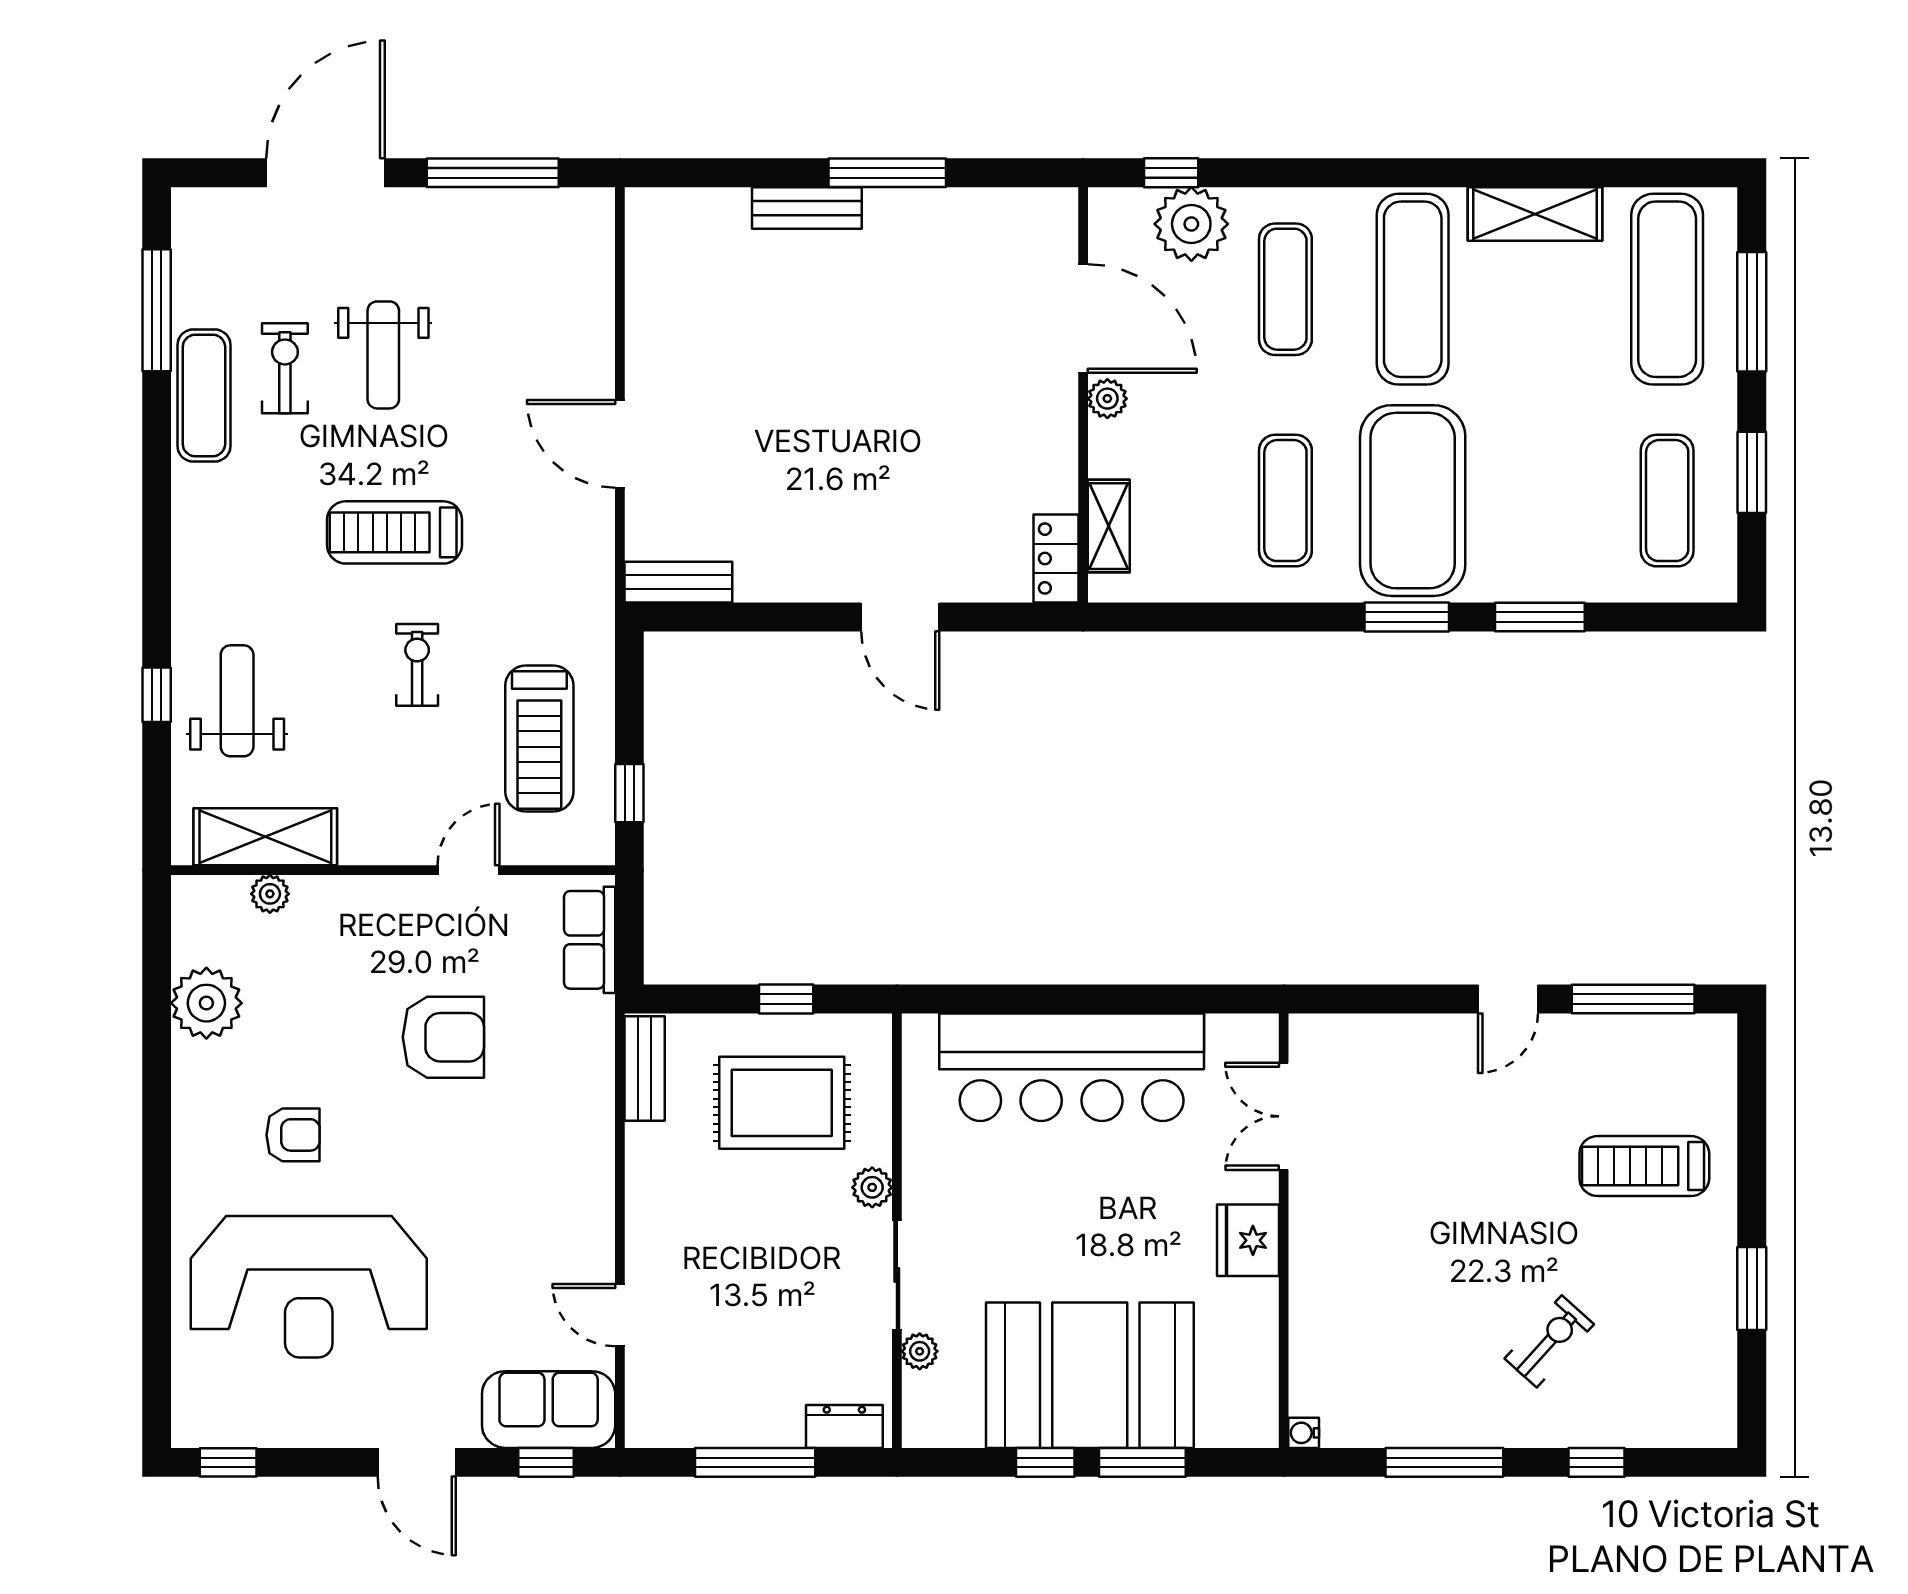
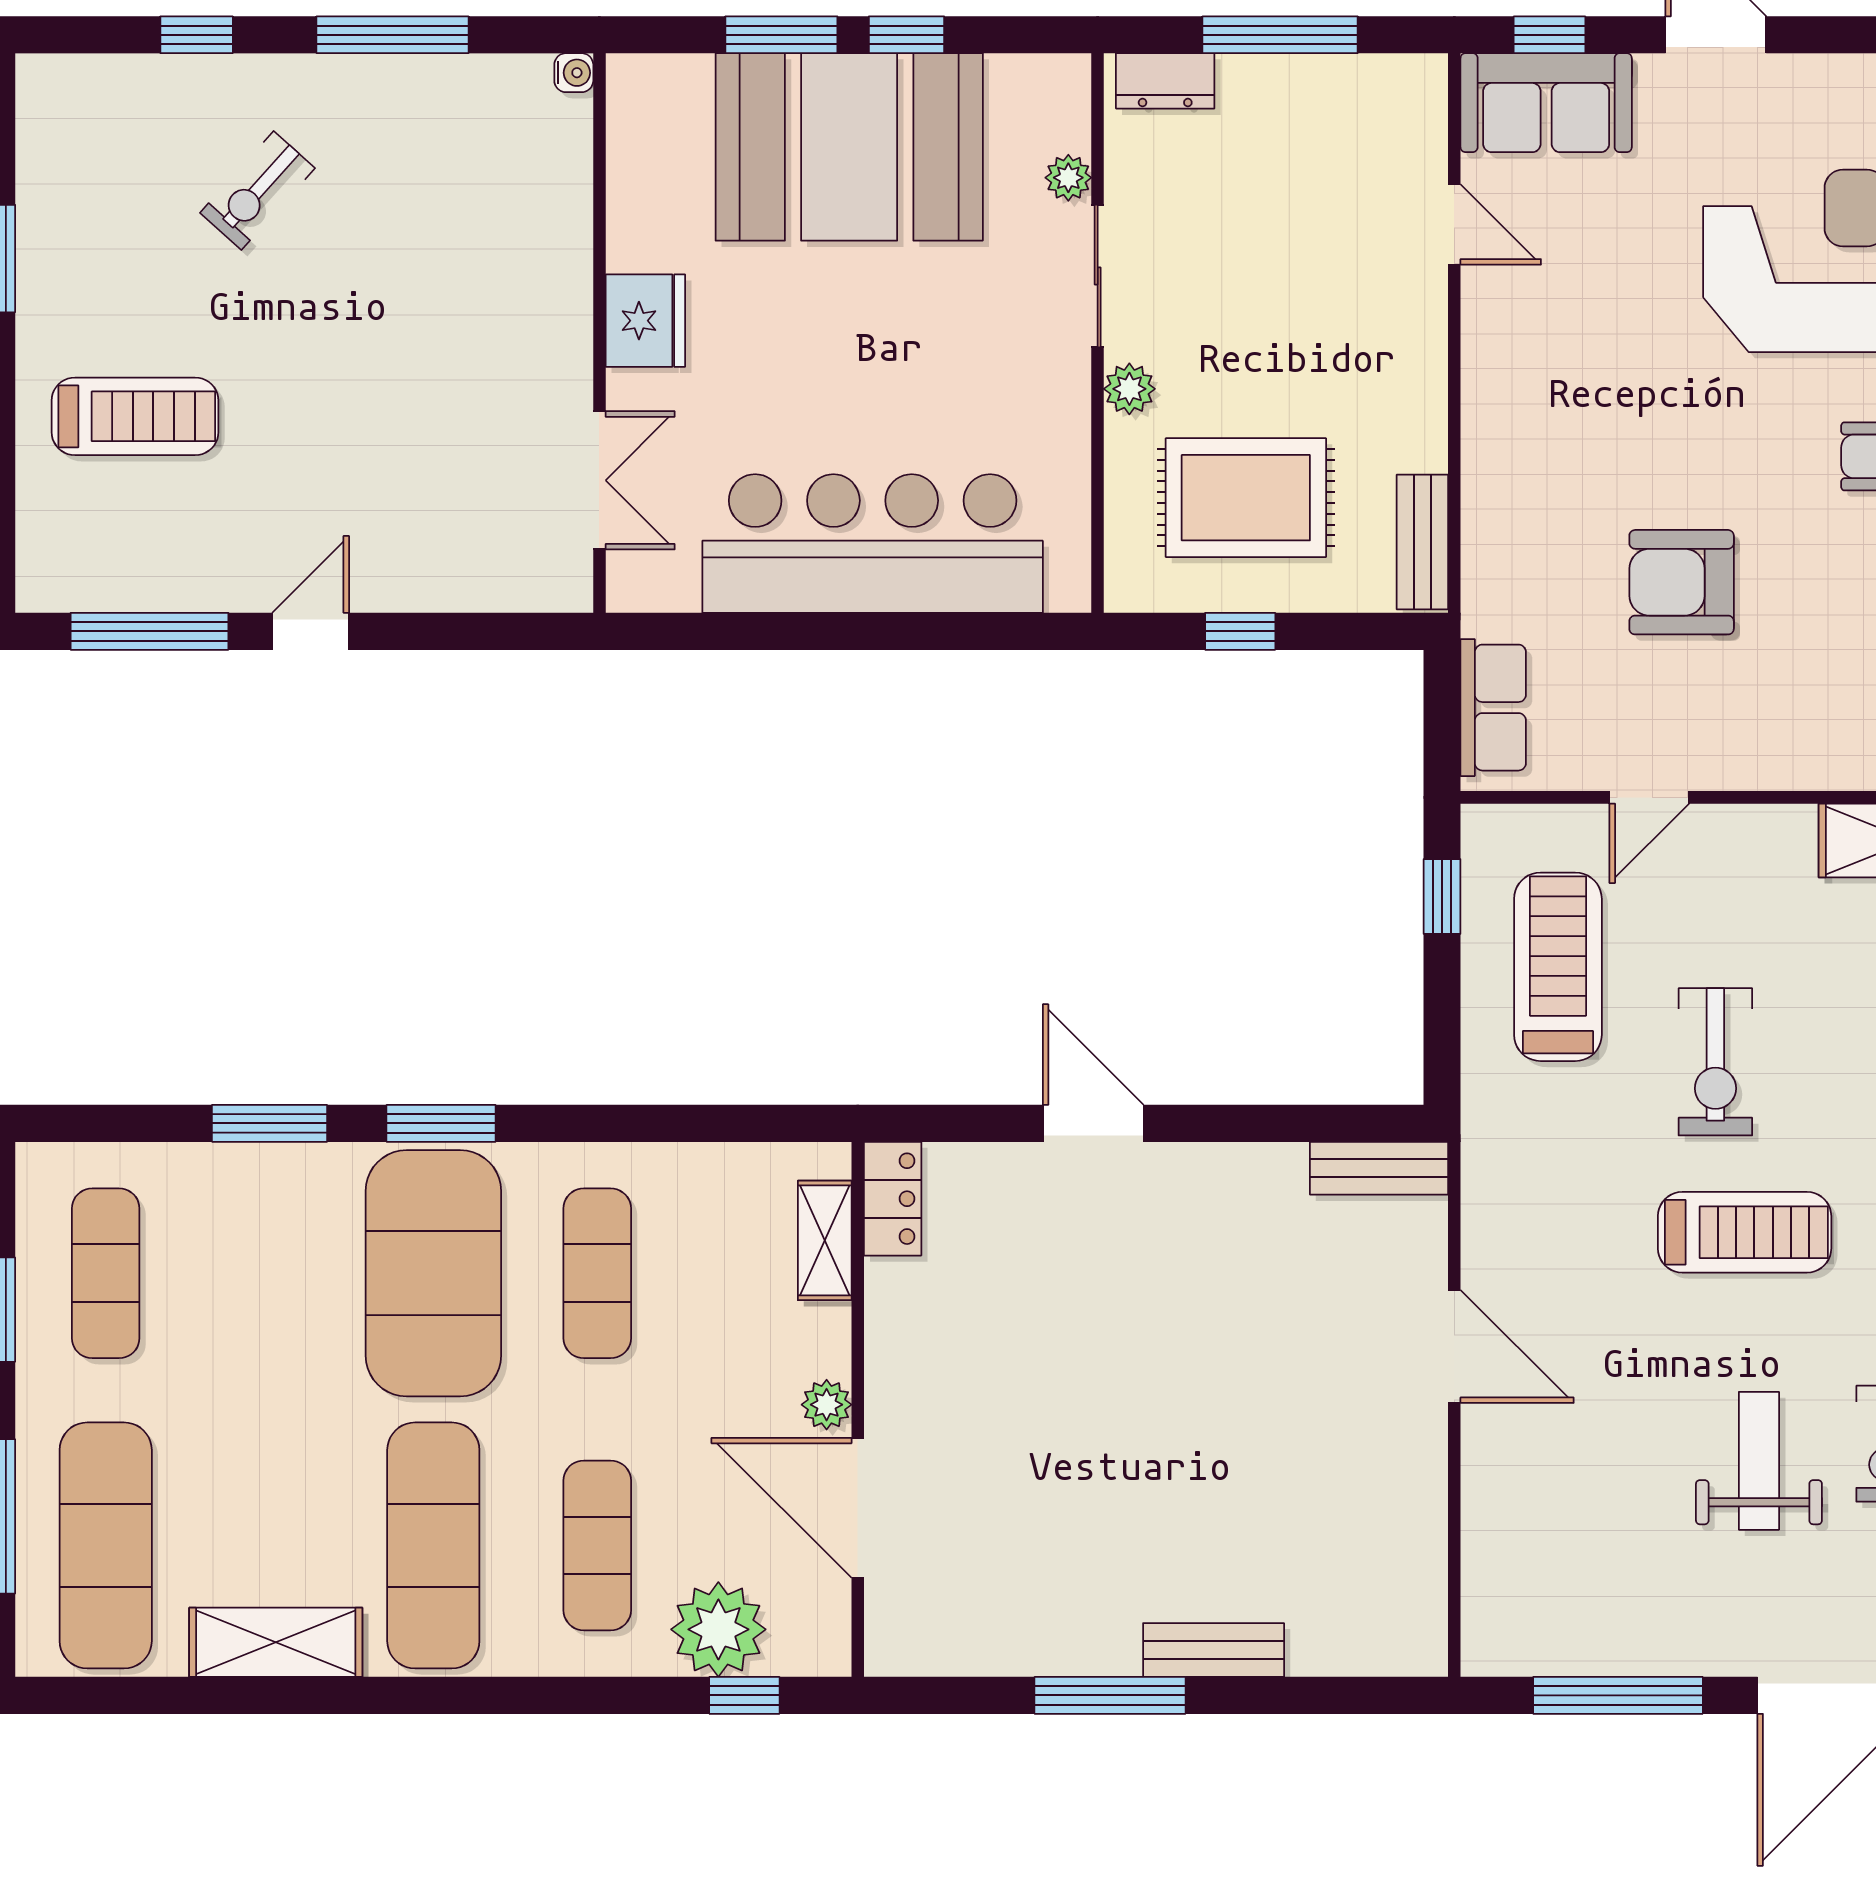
exercise bike: (417, 665) -> (1715, 1062), width x1.38, depth x1.39

